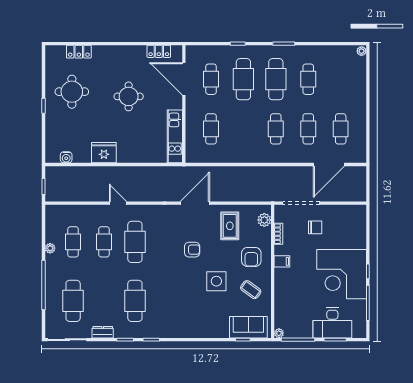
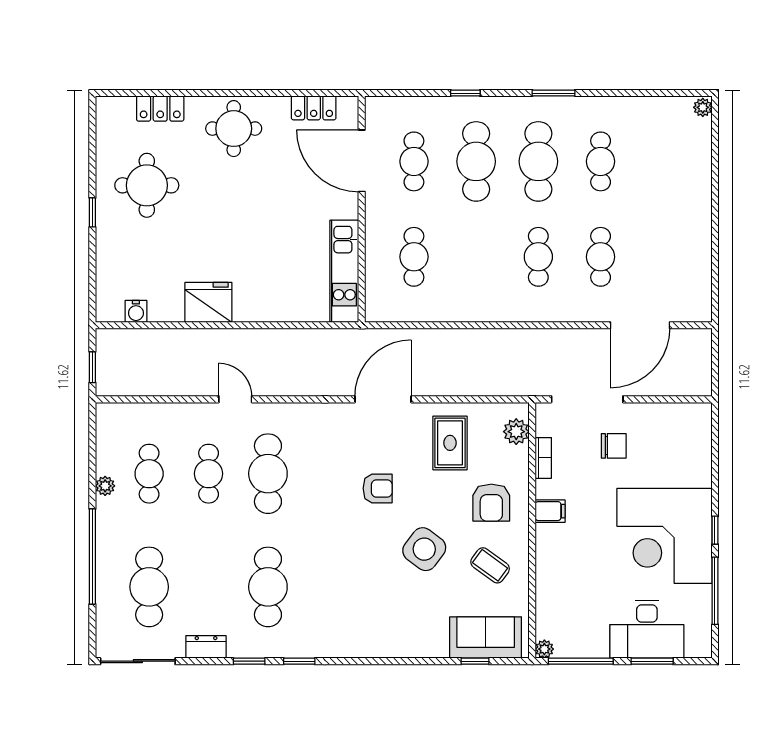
round table: (129, 96) -> (234, 129), moved
cafe table: (341, 129) -> (663, 257), removed
side table: (216, 281) -> (424, 549), turned 37

